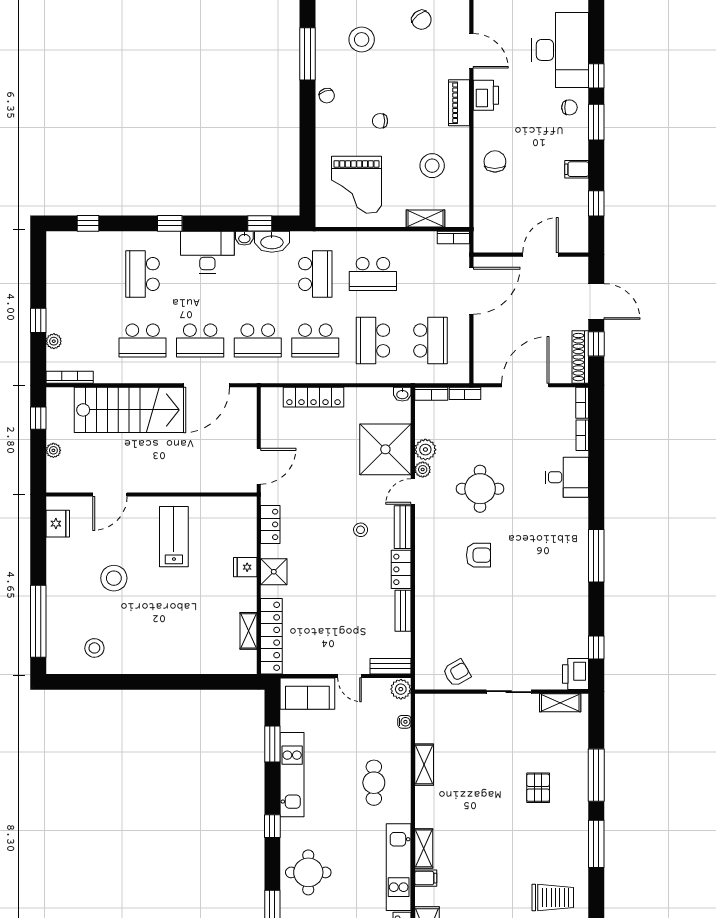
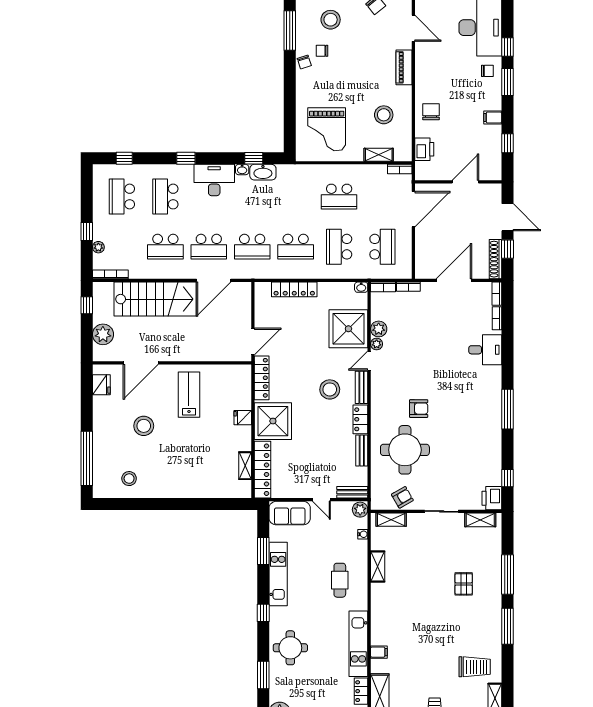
printer: (486, 95) -> (424, 149), moved
chair: (380, 121) -> (322, 51), moved
school desk: (315, 274) -> (122, 197), moved, turned 180
plant: (53, 450) -> (103, 334), width x1.88, depth x1.88
round table: (480, 489) -> (405, 450), moved, width x1.36, depth x1.36
door: (110, 495) -> (141, 363), width x1.36
locker: (270, 524) -> (262, 378), width x1.53
stool: (361, 530) -> (330, 389), width x1.89, depth x1.89
shower: (274, 572) -> (273, 421), width x1.86, depth x1.86
shelving: (424, 848) -> (391, 520), moved, turned 90

